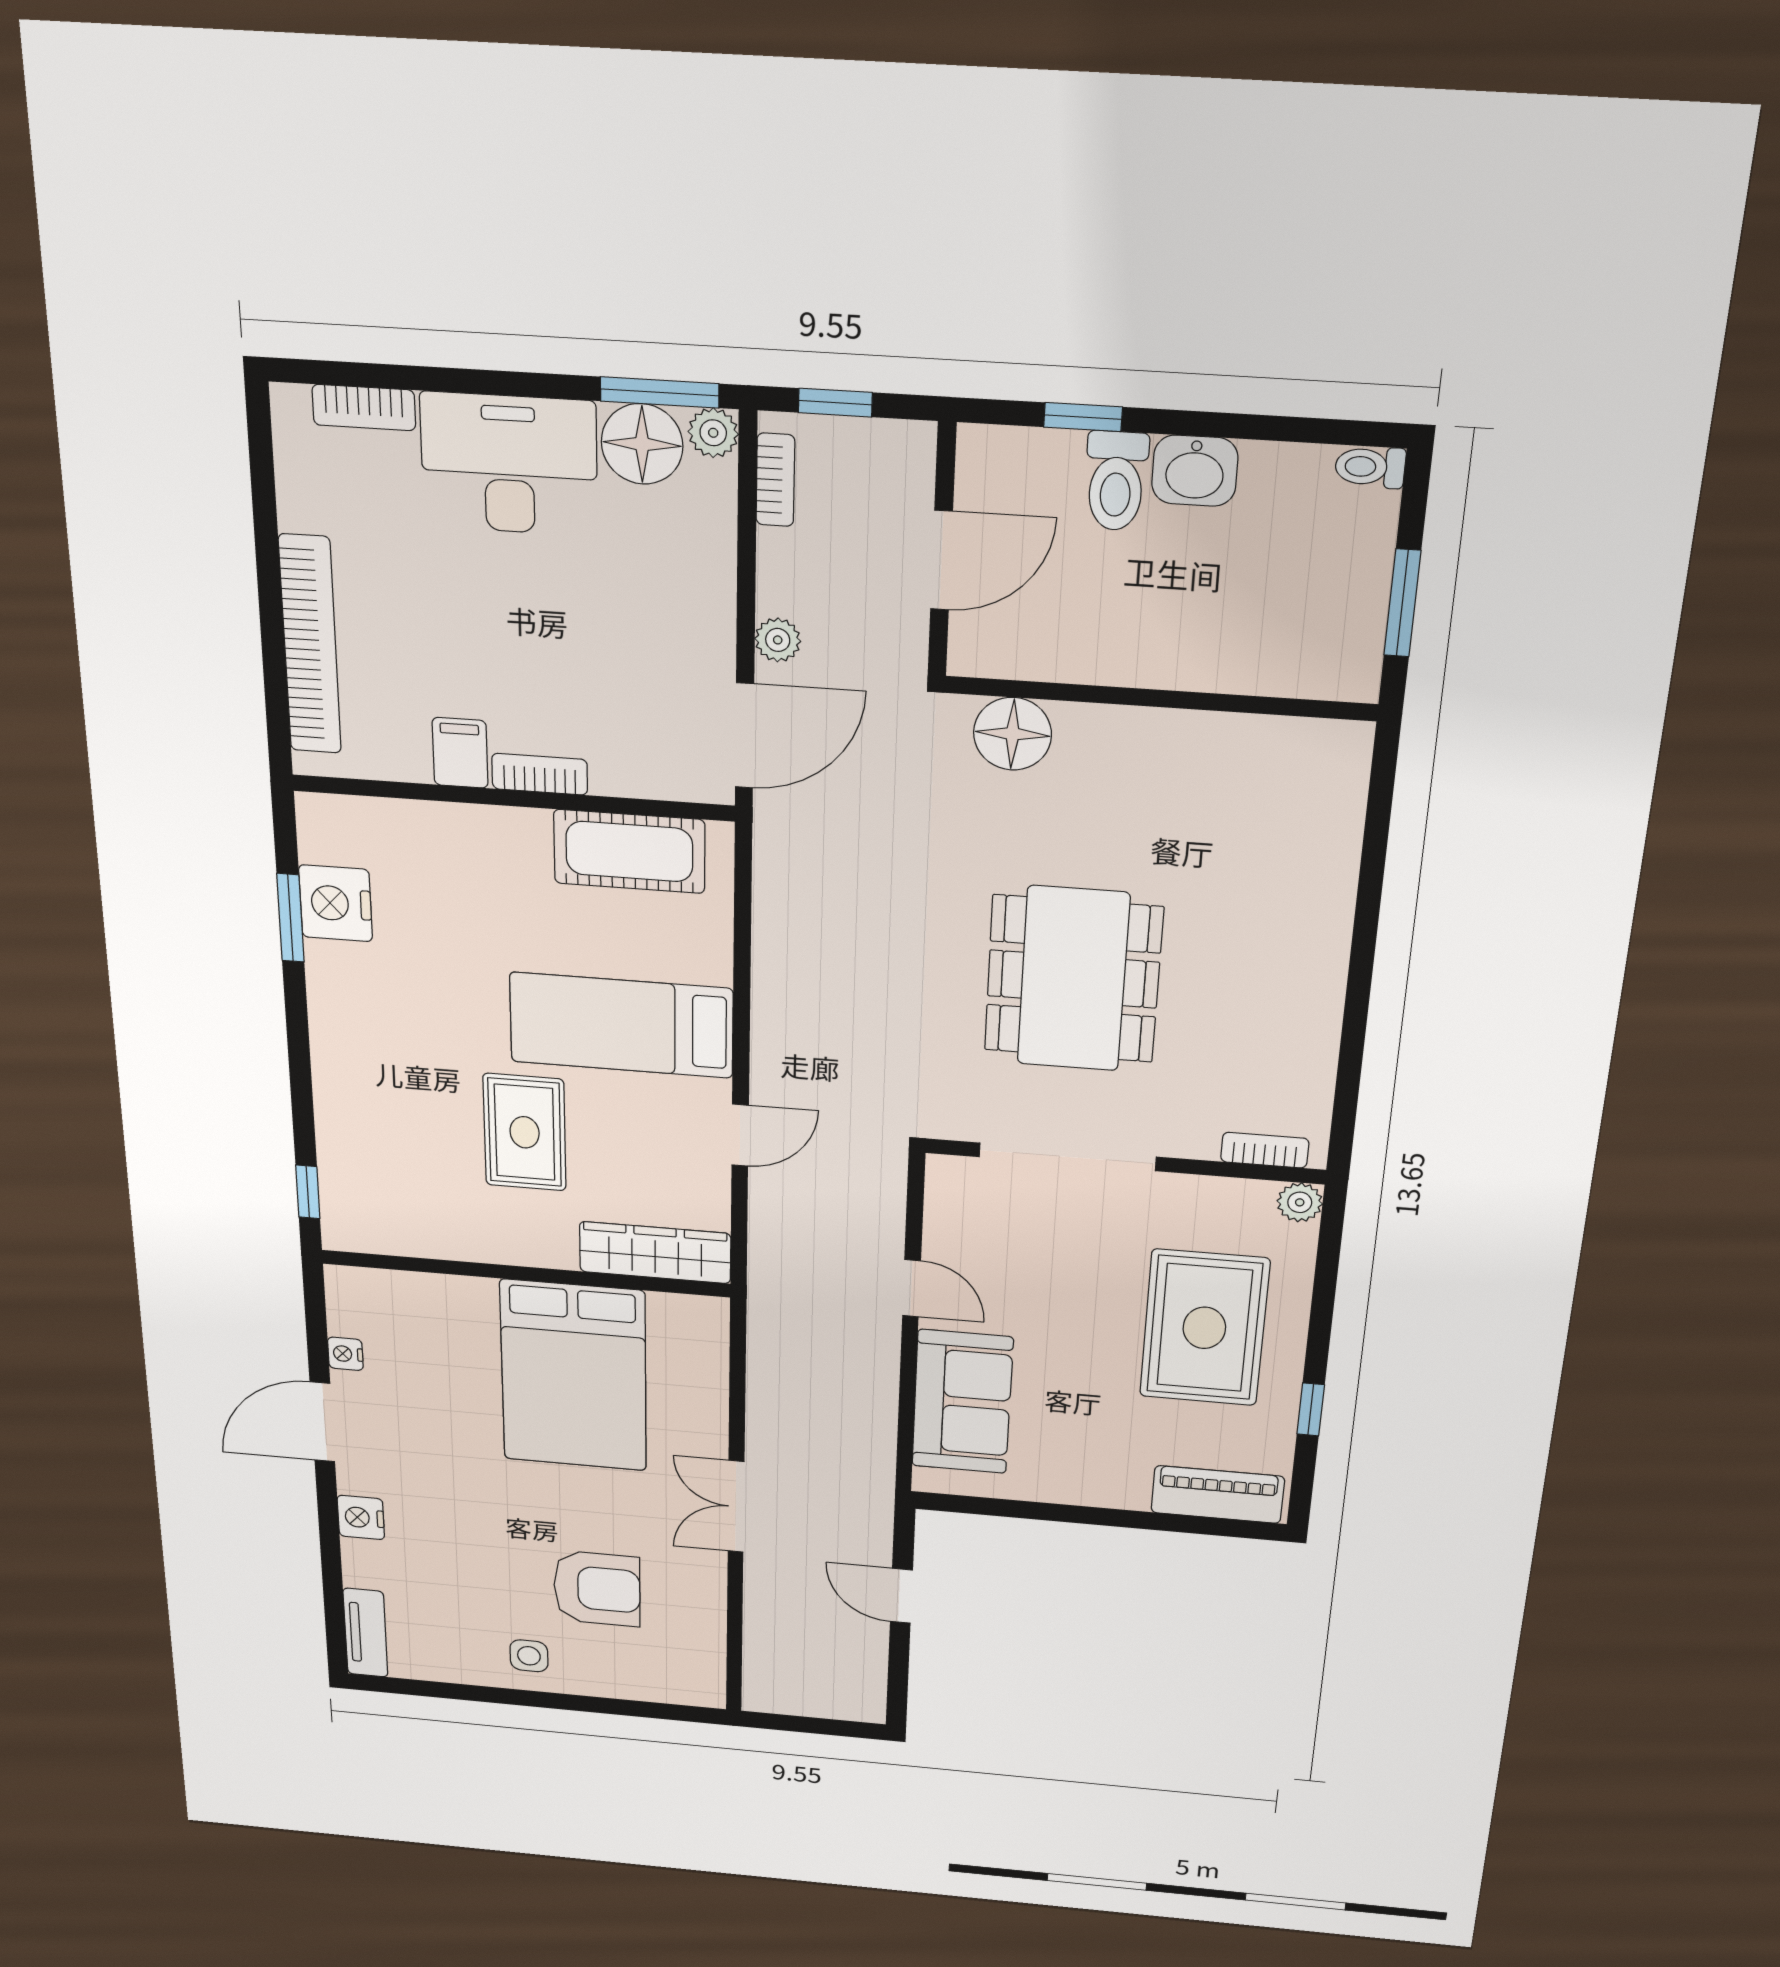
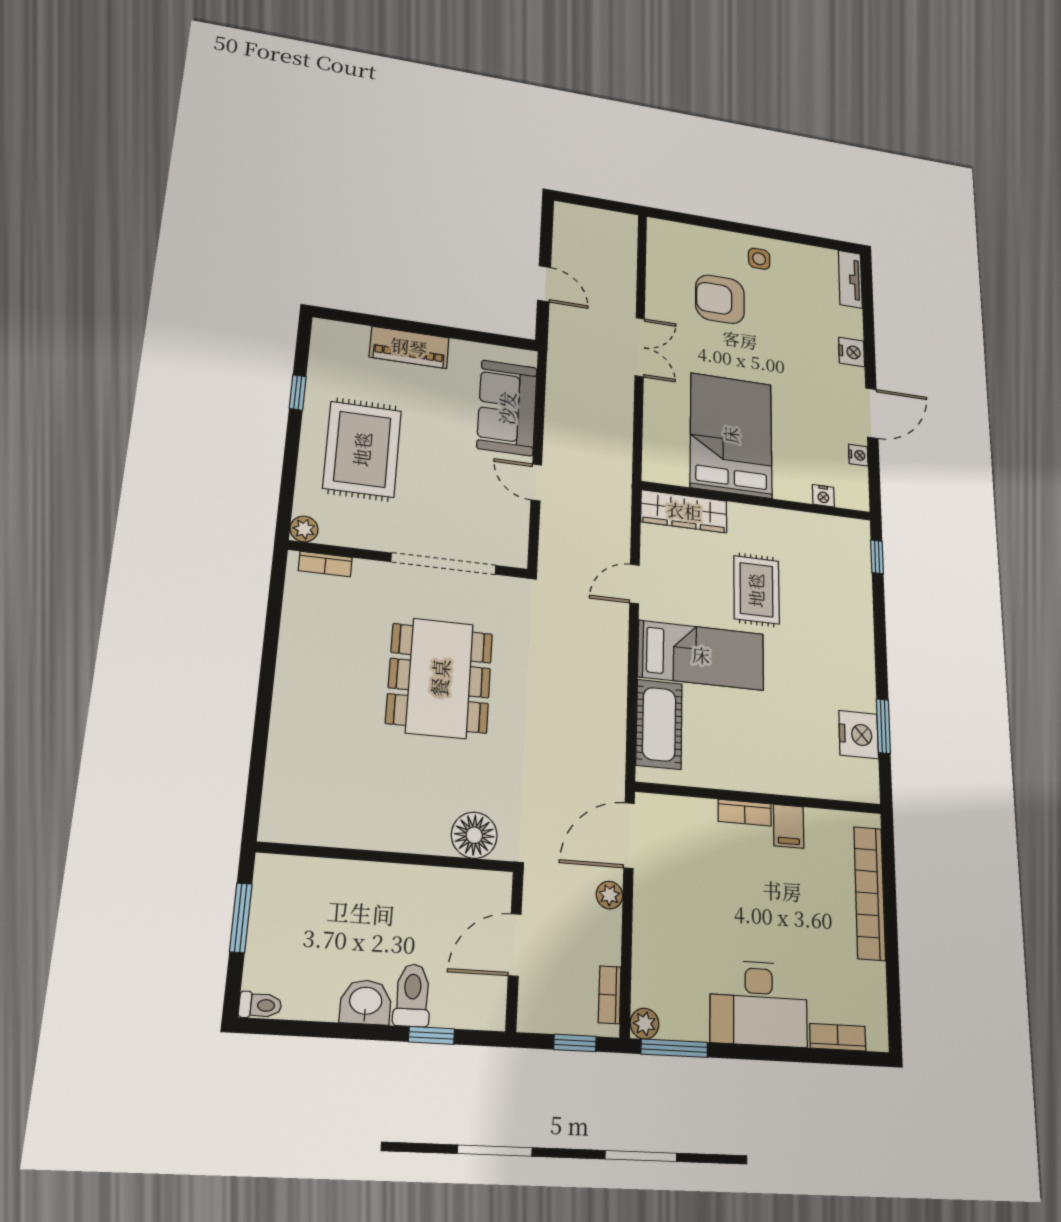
floor lamp: (642, 444) -> (685, 1016), removed
cot: (629, 851) -> (659, 724), moved, turned 90
nightstand: (407, 1286) -> (823, 496), added
piano: (1218, 1494) -> (409, 347), moved

